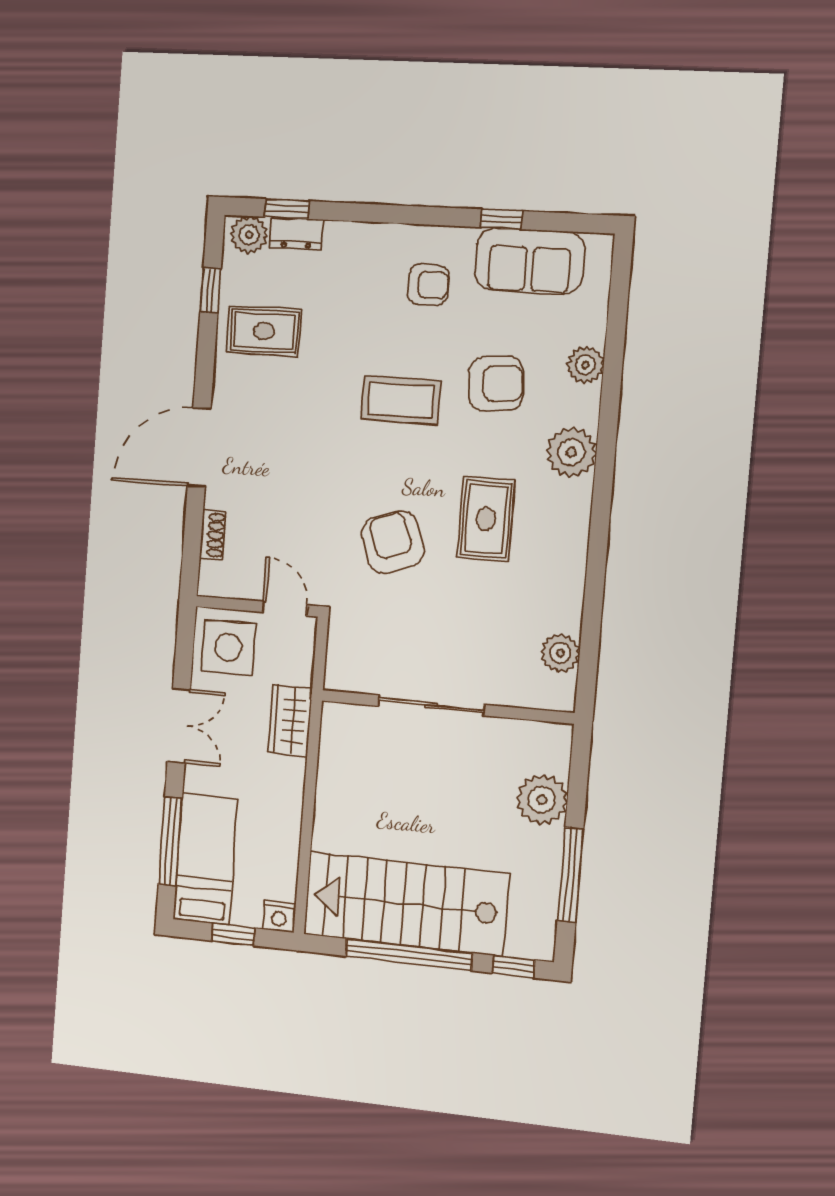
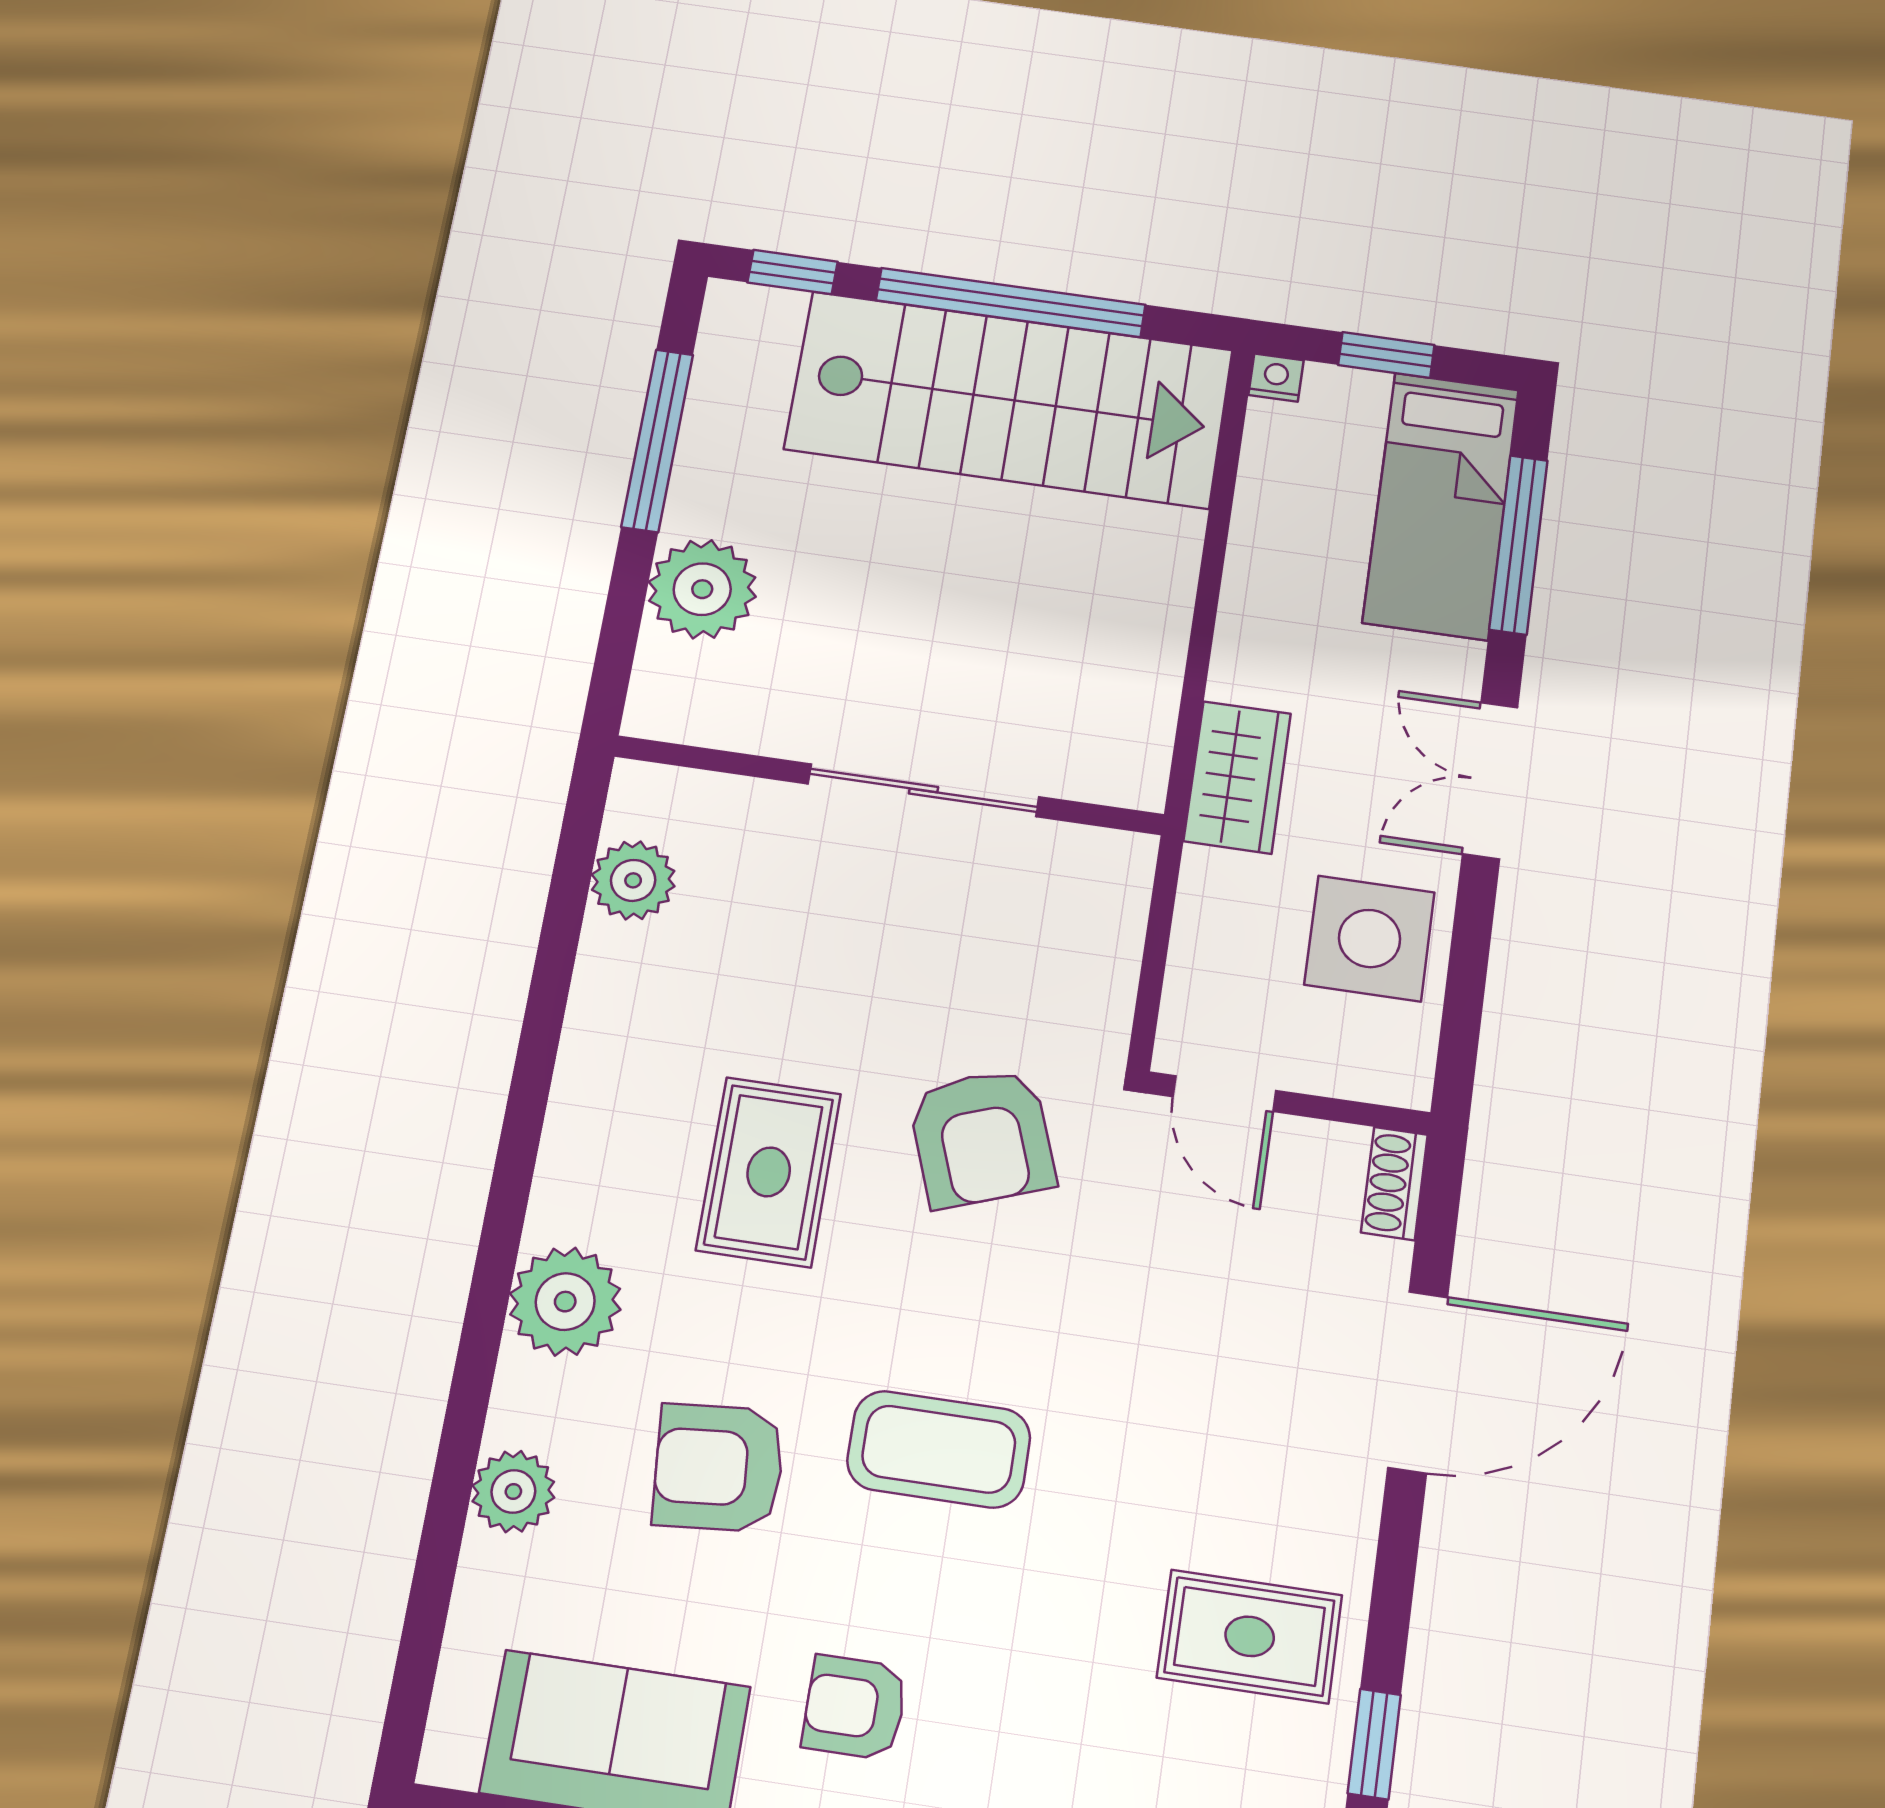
wall: (257, 606) -> (1288, 1103), moved
door: (285, 609) -> (1224, 1094), moved
nightstand: (279, 916) -> (1276, 378), width x0.72, depth x0.74

